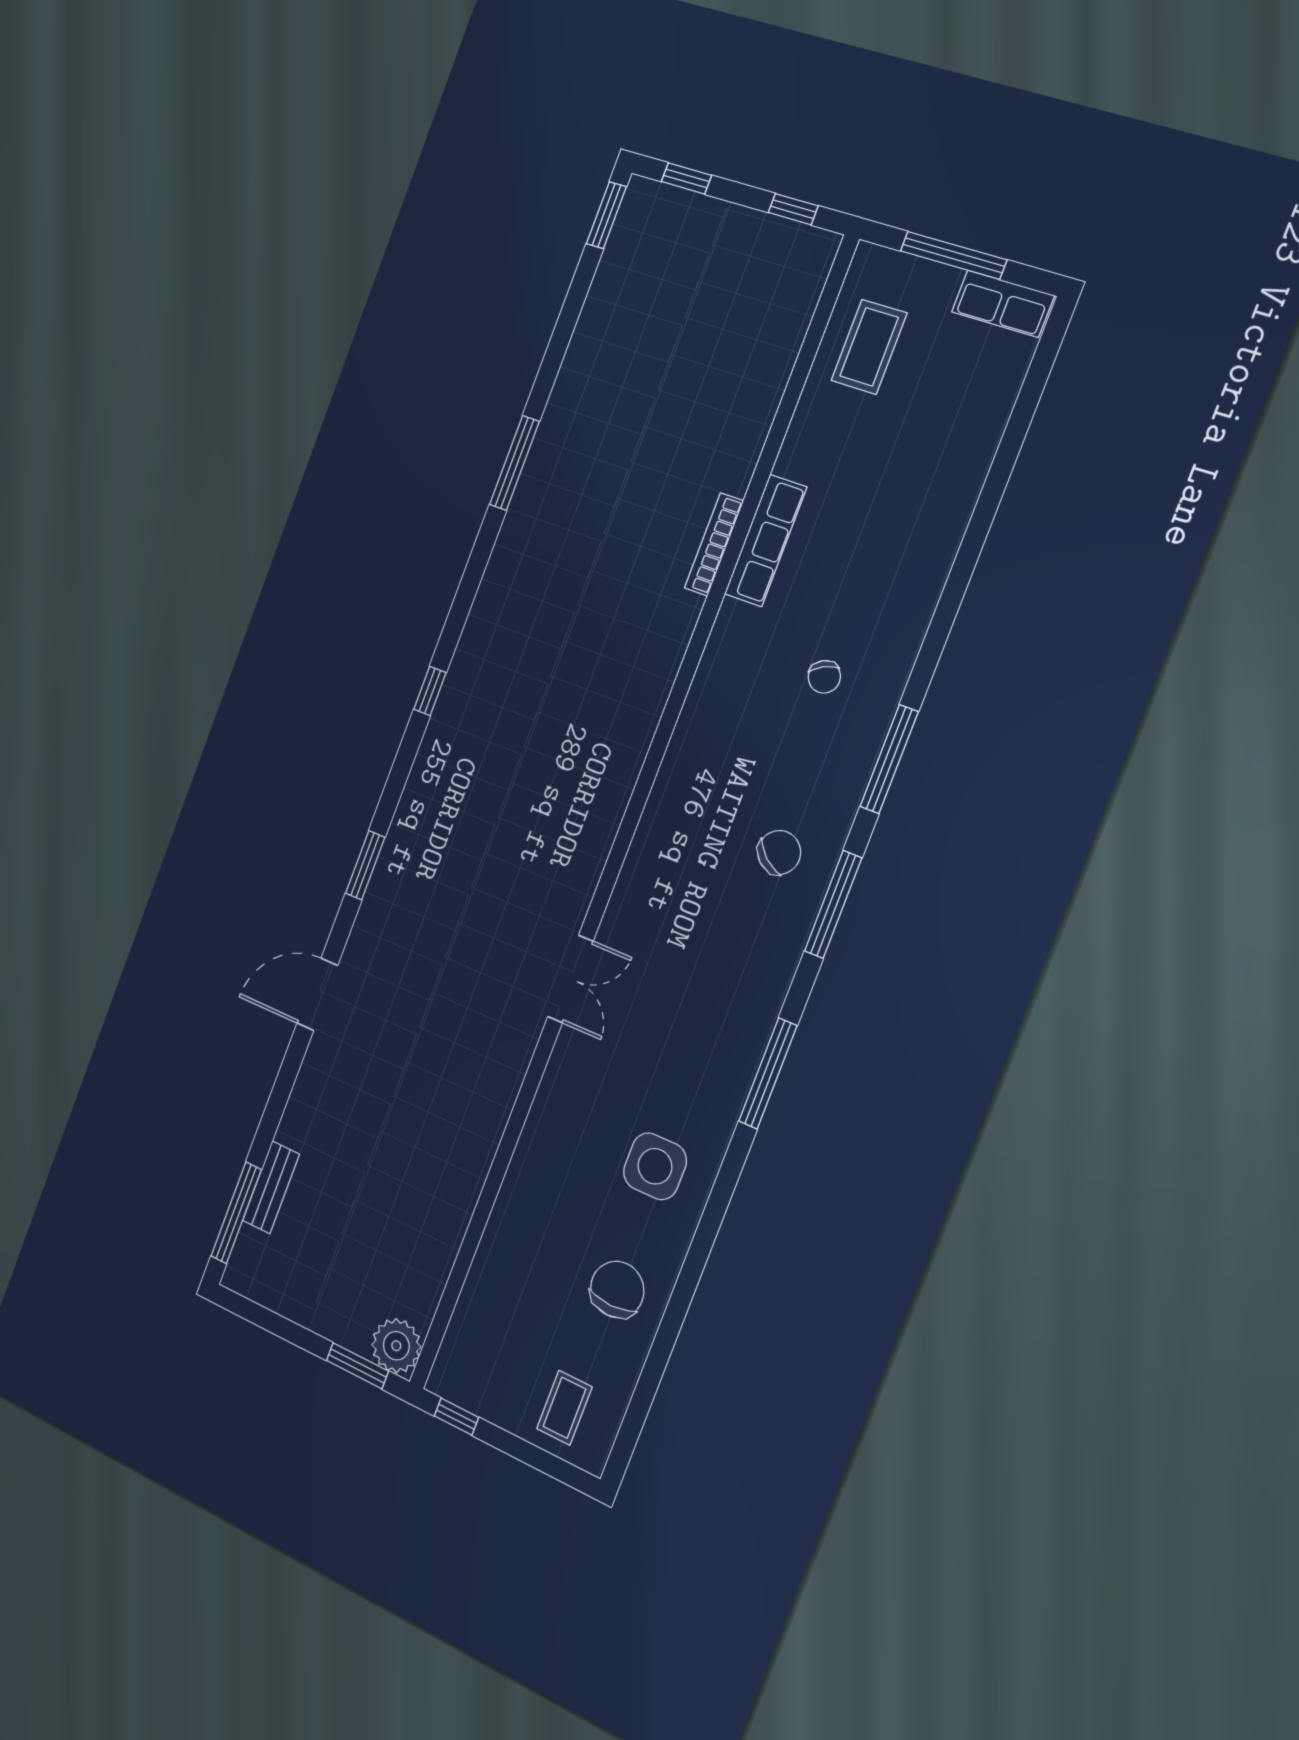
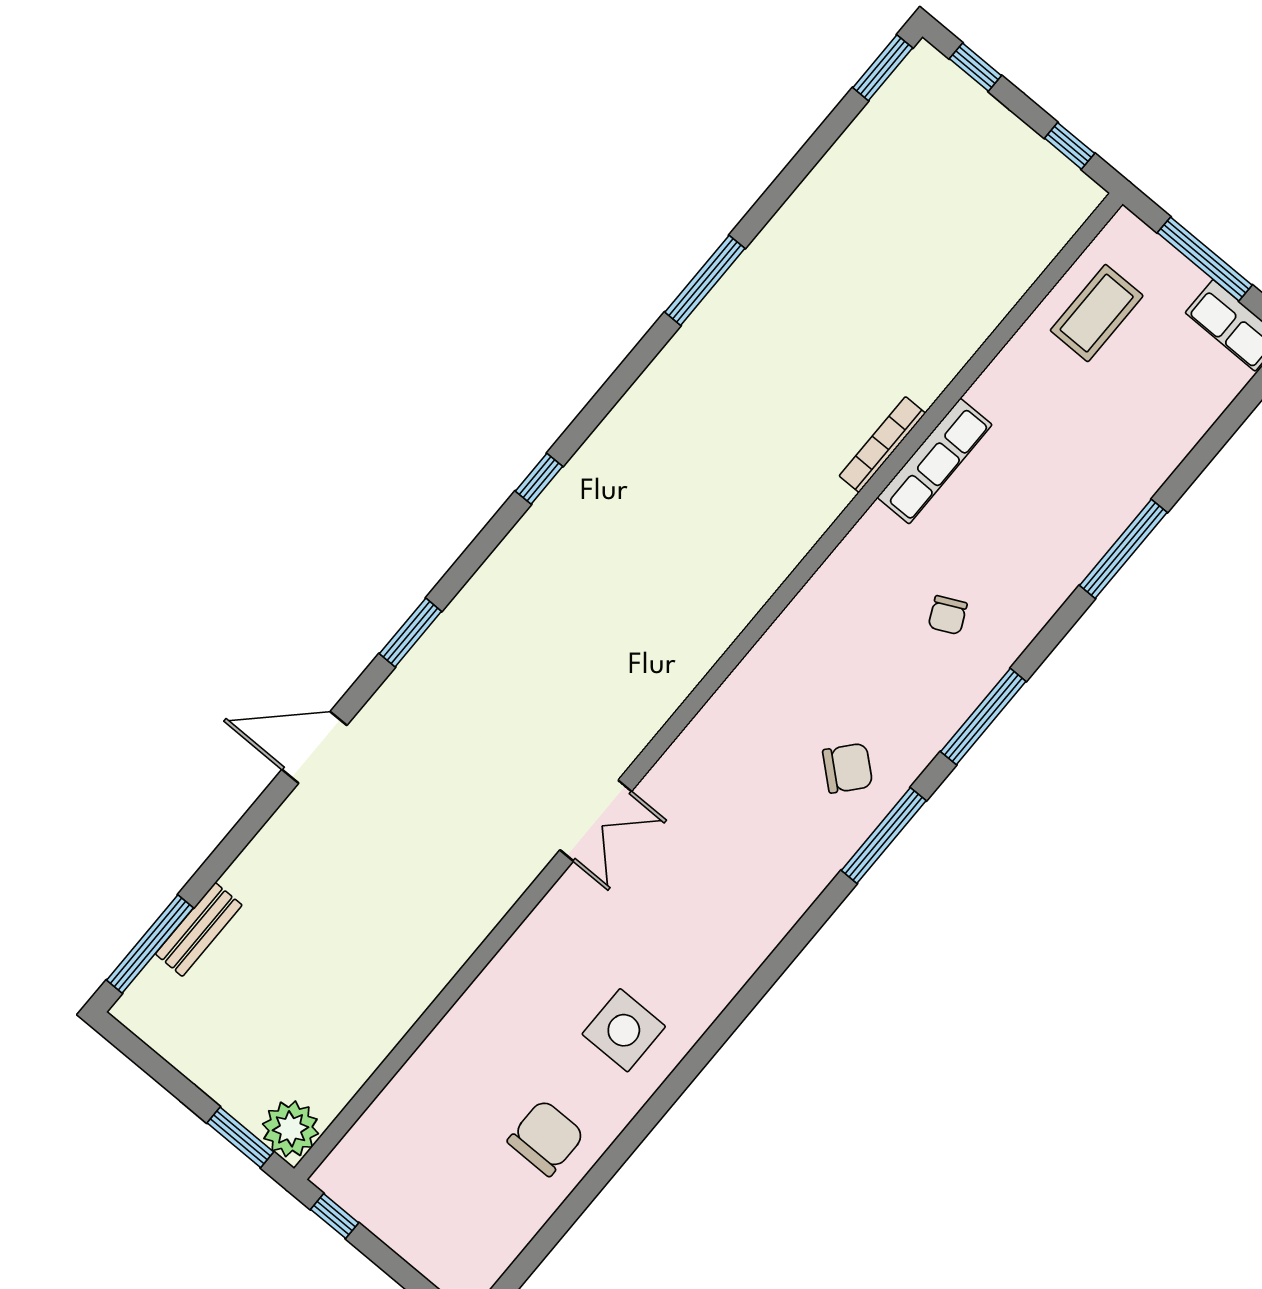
window: (768, 1073) -> (1123, 549), moved
coffee table: (564, 1408) -> (454, 1237), removed

